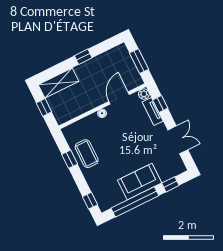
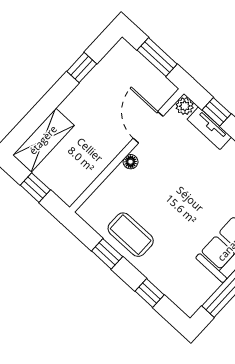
window: (83, 57) -> (82, 68), moved
window: (90, 201) -> (150, 293), moved

